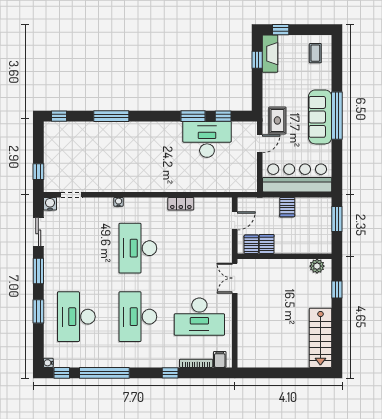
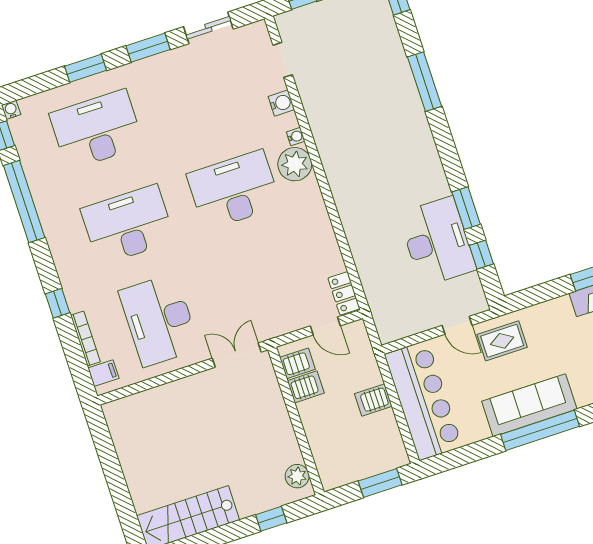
water cooler: (50, 204) -> (281, 103), moved
locker: (181, 204) -> (344, 293), moved
plant: (134, 208) -> (295, 164), added

